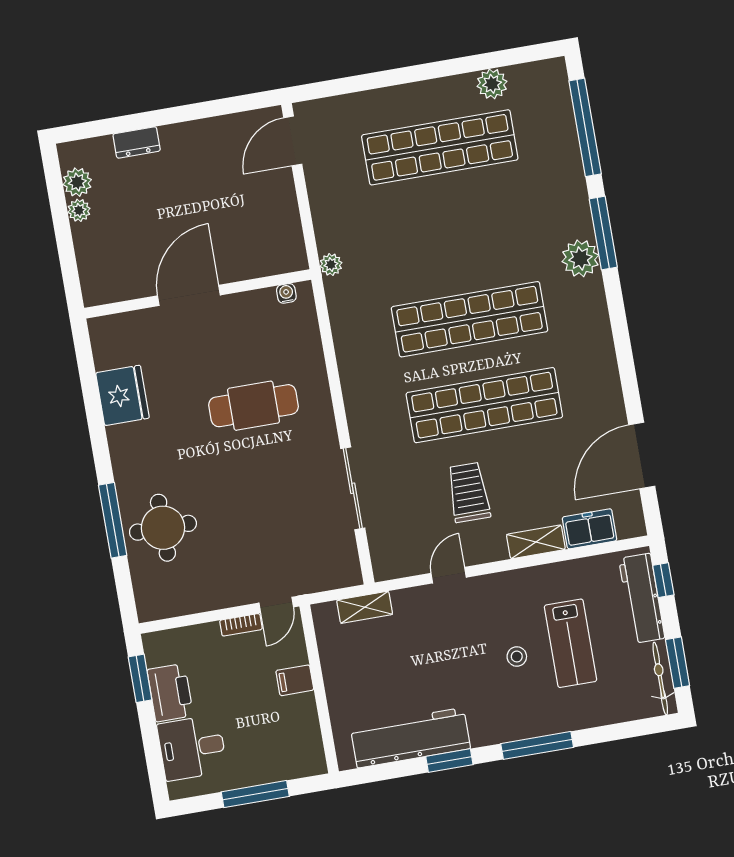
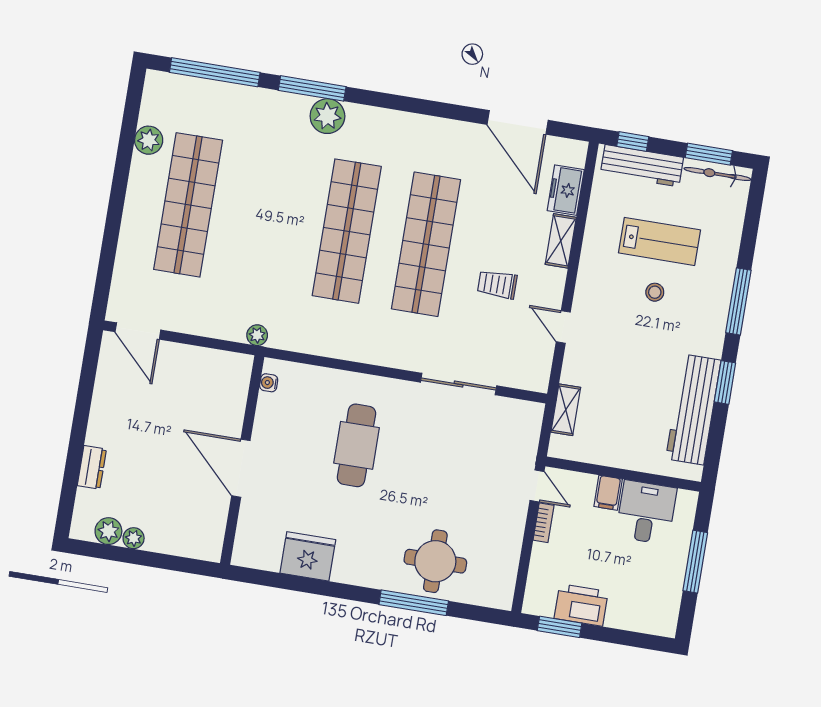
trolley: (469, 492) -> (497, 284), width x0.73, depth x0.72
desk: (192, 748) -> (646, 512), moved, turned 180

